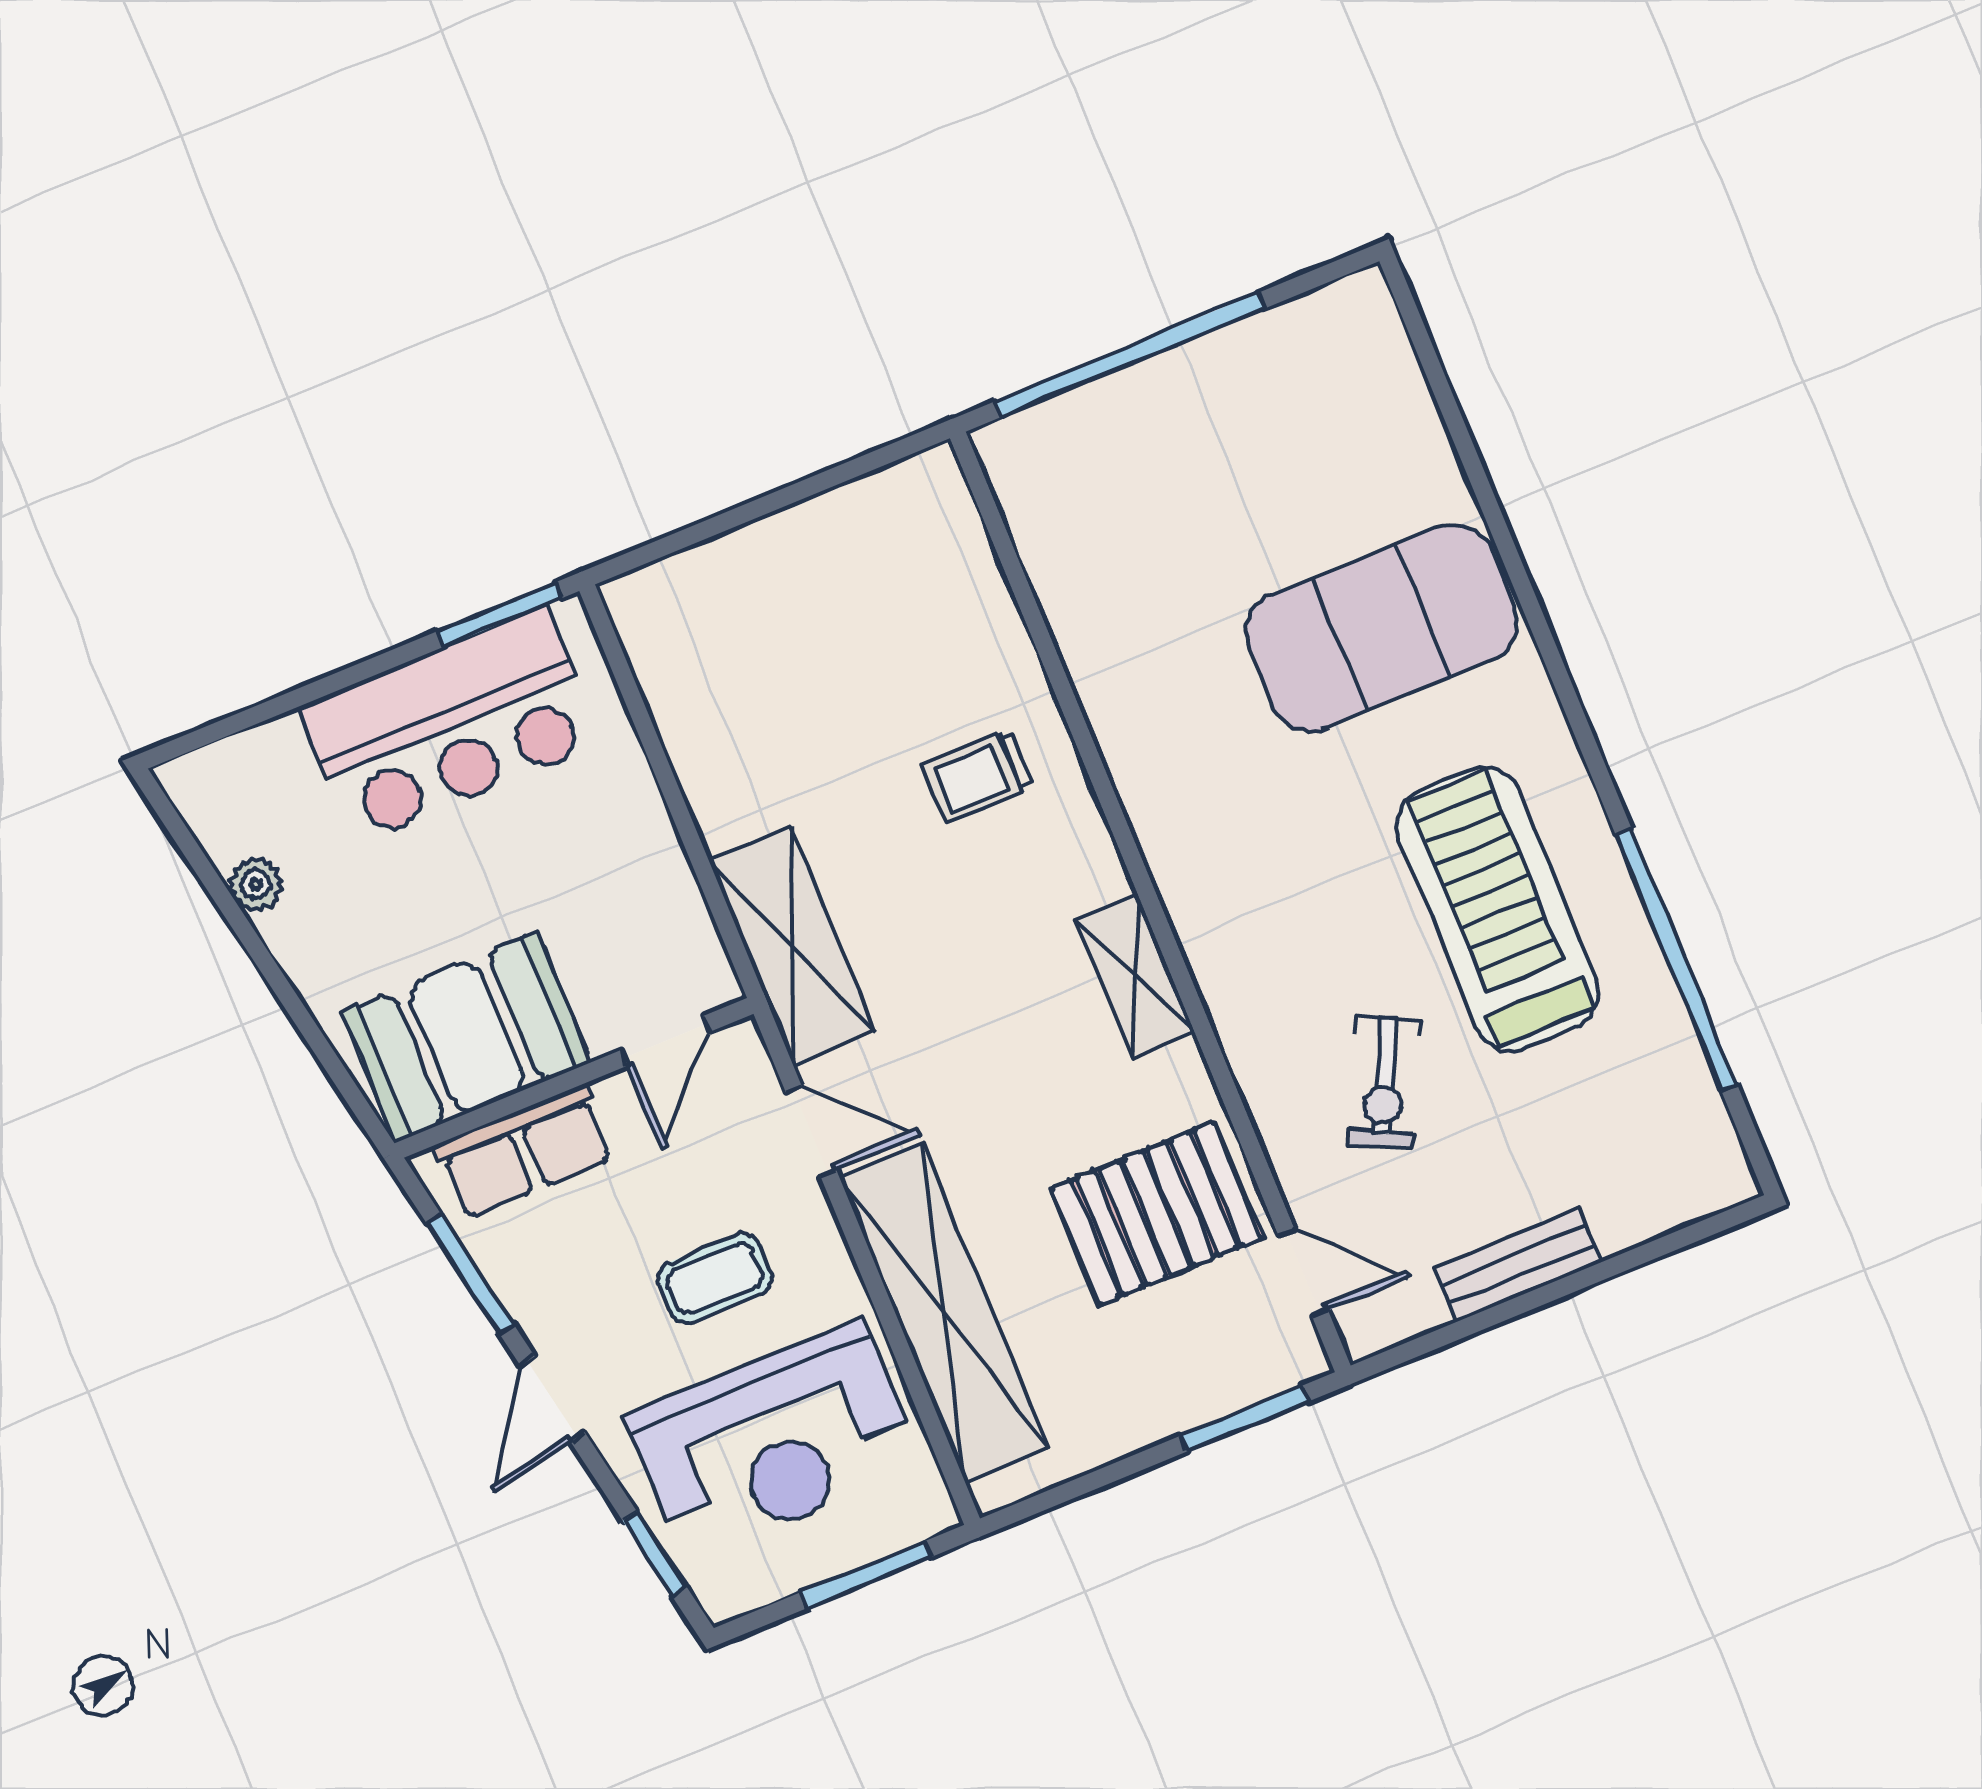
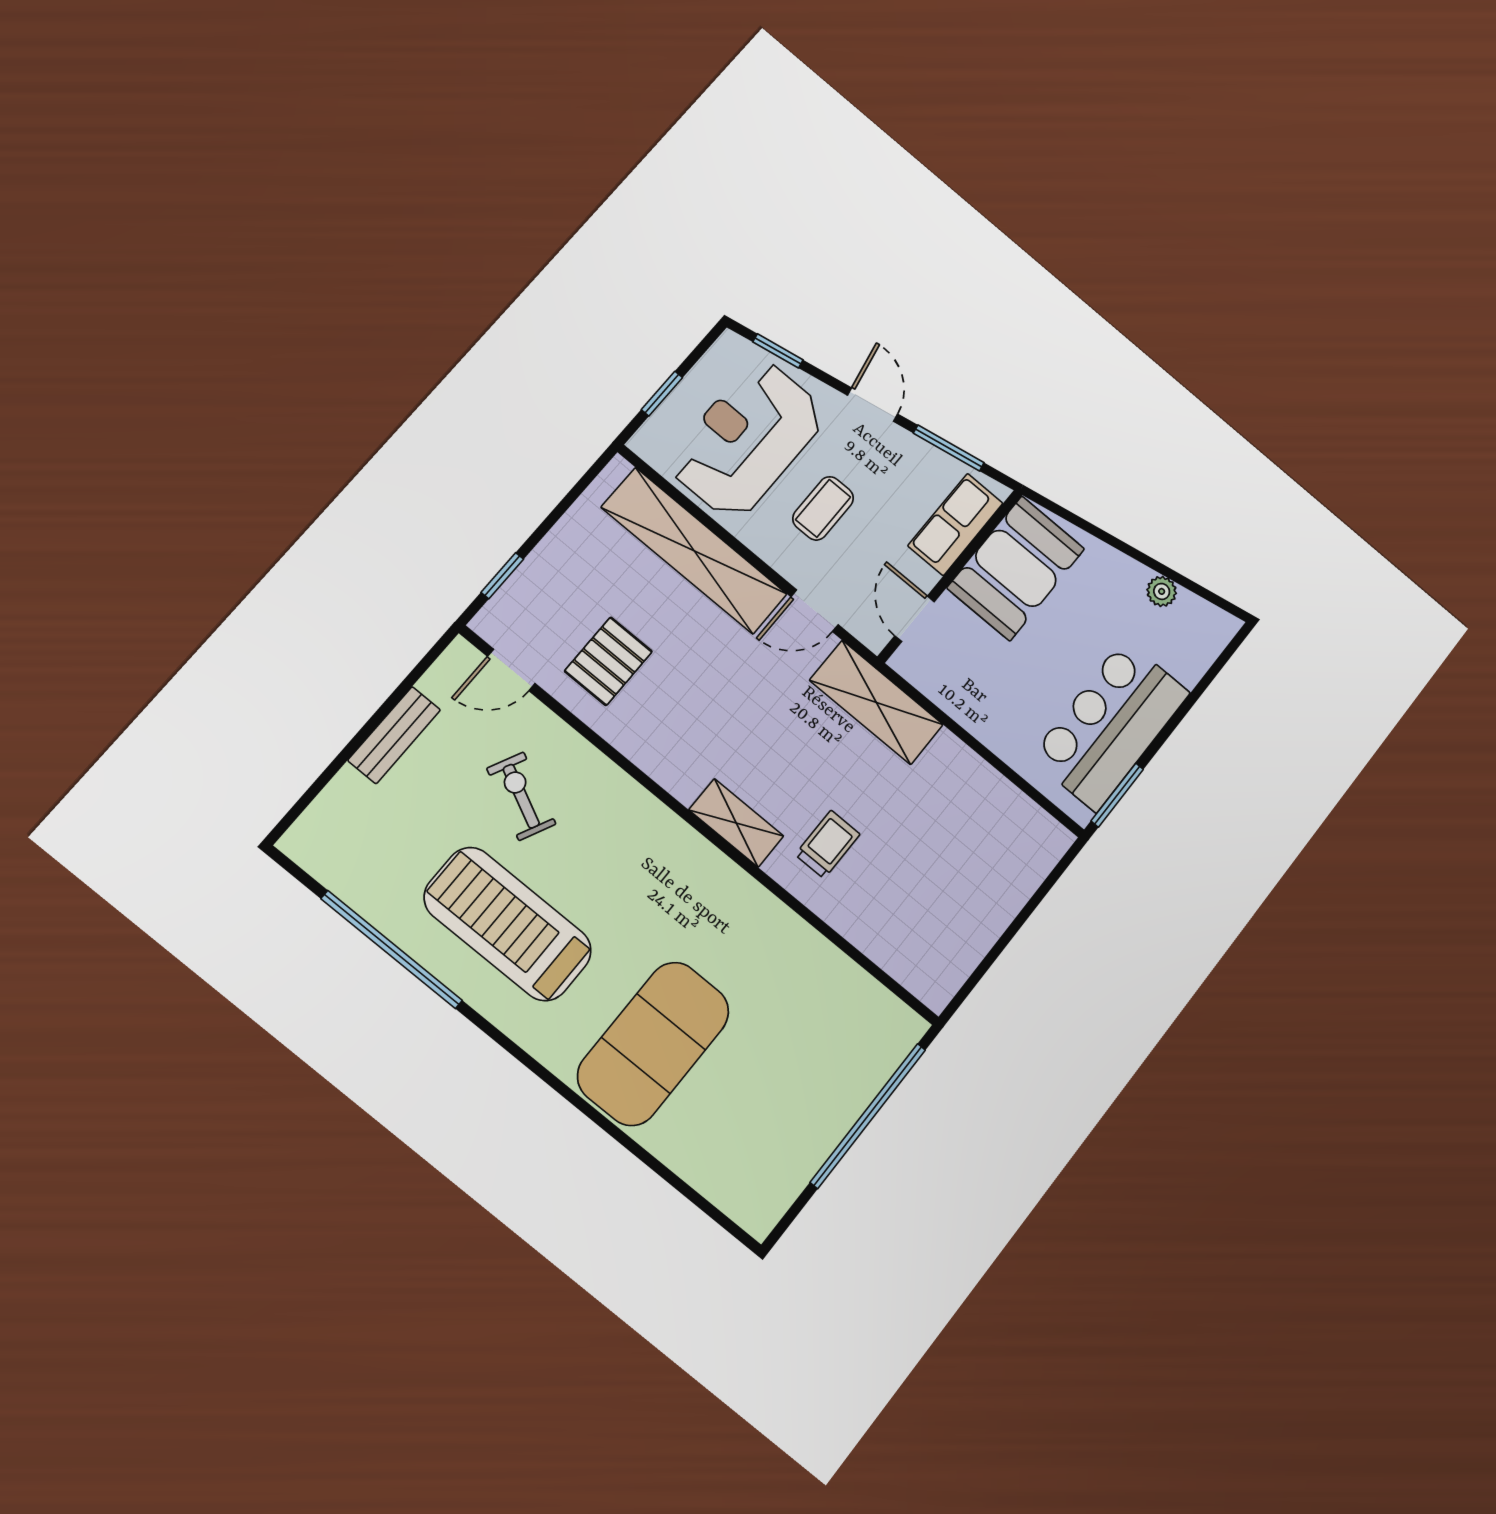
treadmill: (1498, 909) -> (508, 924), turned 180
shelving: (1135, 976) -> (736, 823), moved
pallet: (1157, 1213) -> (608, 661), width x0.67, depth x0.71
window: (1245, 1419) -> (502, 576), width x0.67
window: (866, 1575) -> (662, 394), width x0.67

